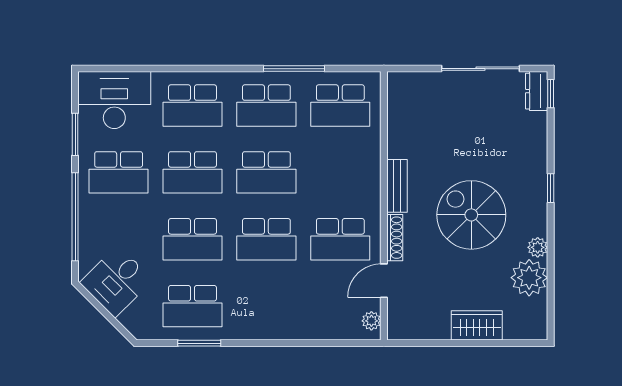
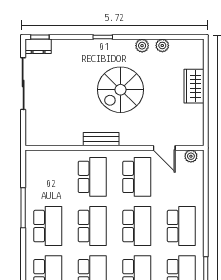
school desk: (340, 105) -> (92, 177), moved
shoe rack: (395, 238) -> (136, 141), removed
plant: (529, 278) -> (162, 45), width x0.53, depth x0.53
school desk: (266, 306) -> (181, 226), added

